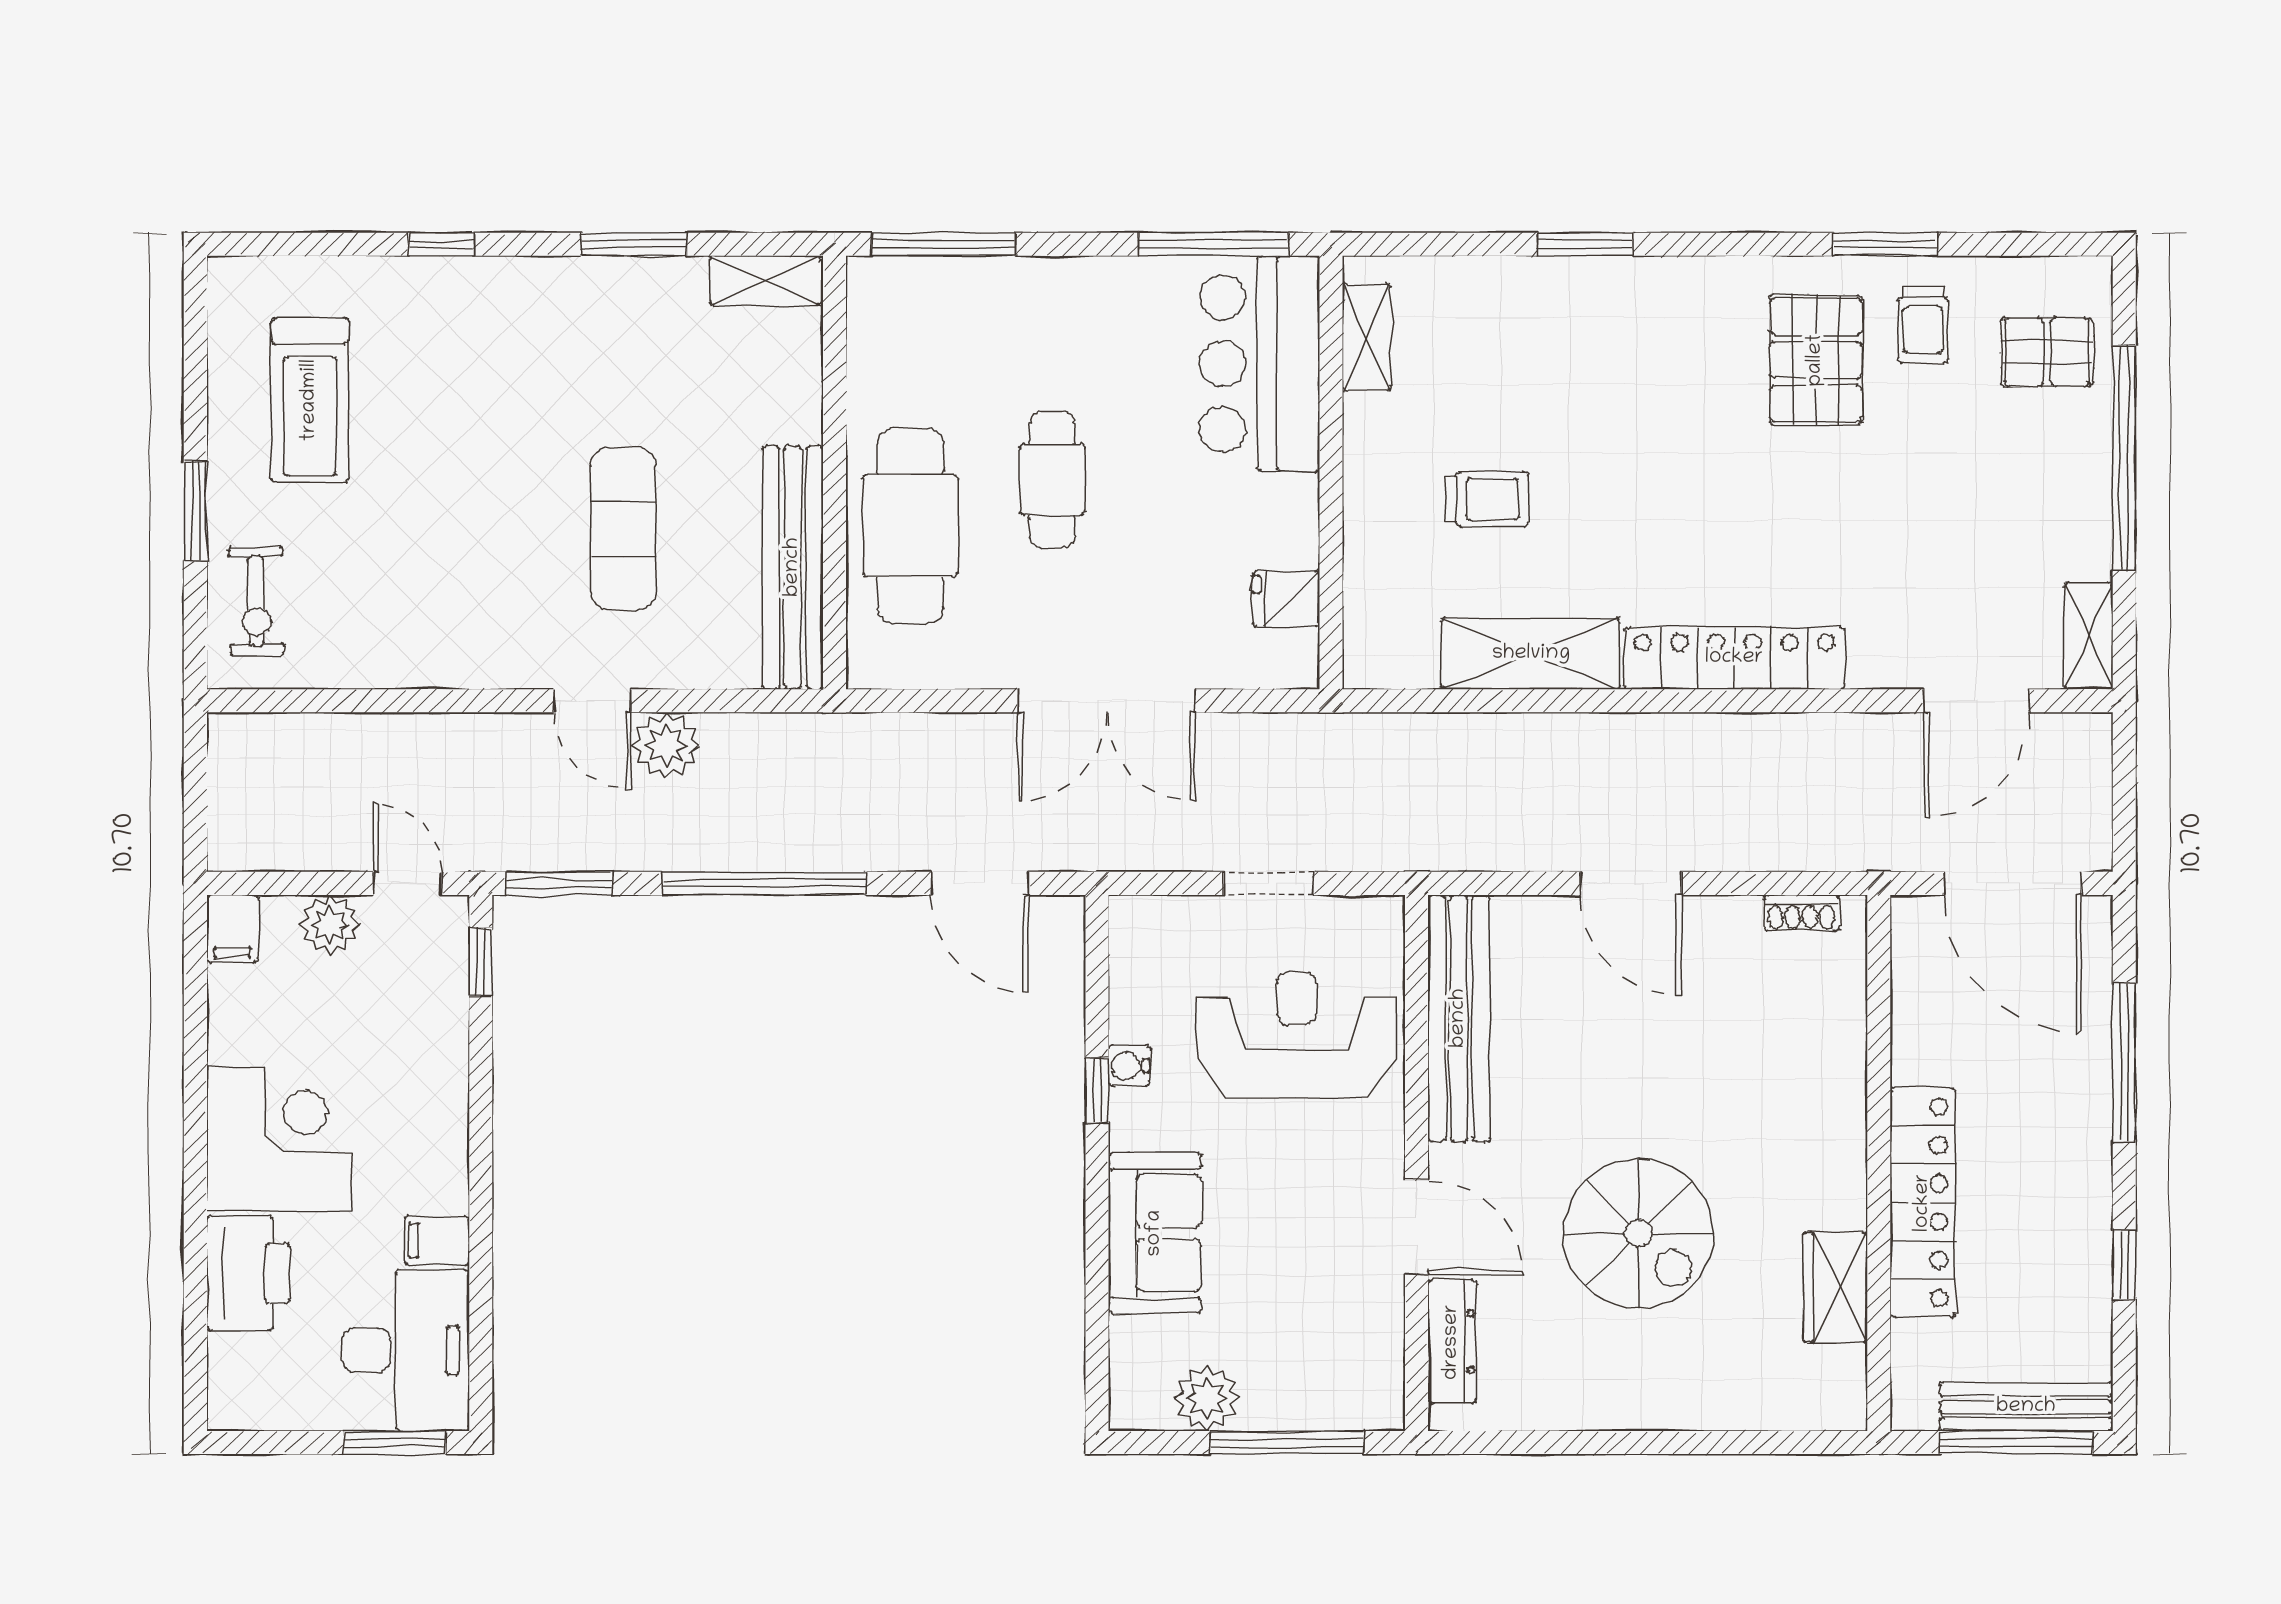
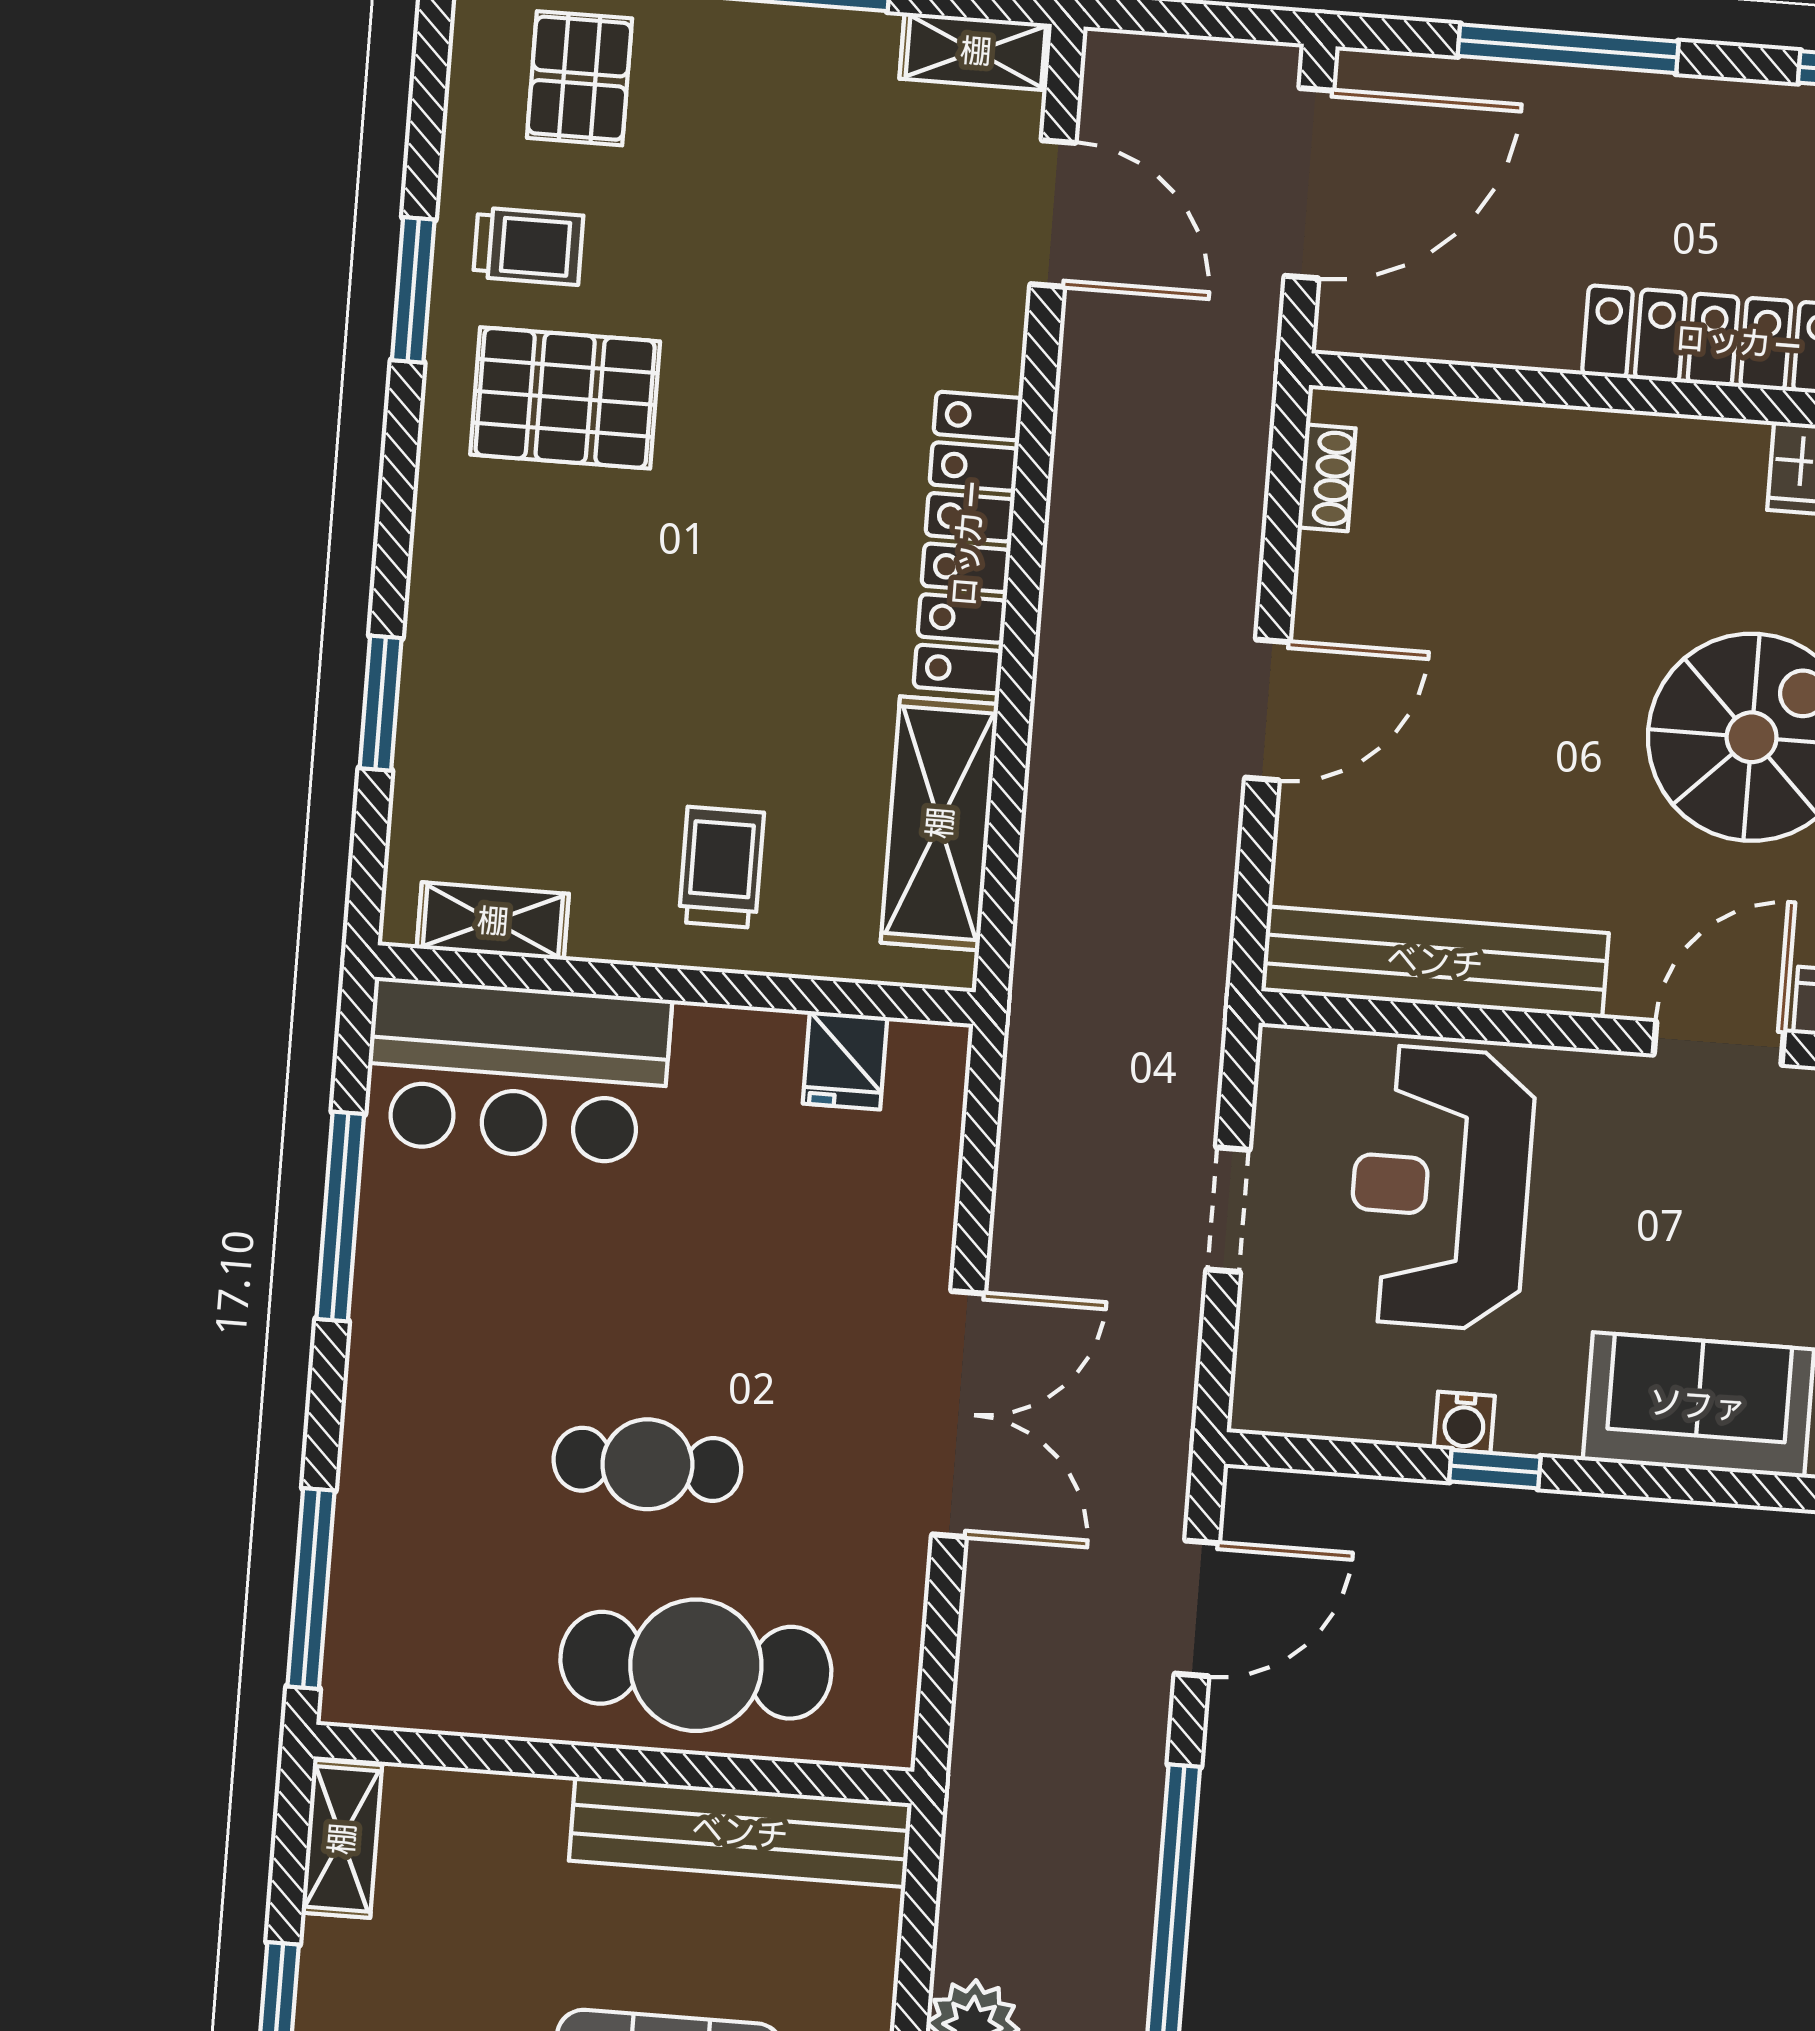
shelving: (1366, 337) -> (493, 921), moved
bar counter: (1260, 363) -> (517, 1071), moved
wall: (1331, 472) -> (675, 985), moved
fridge: (1286, 599) -> (845, 1060), moved

